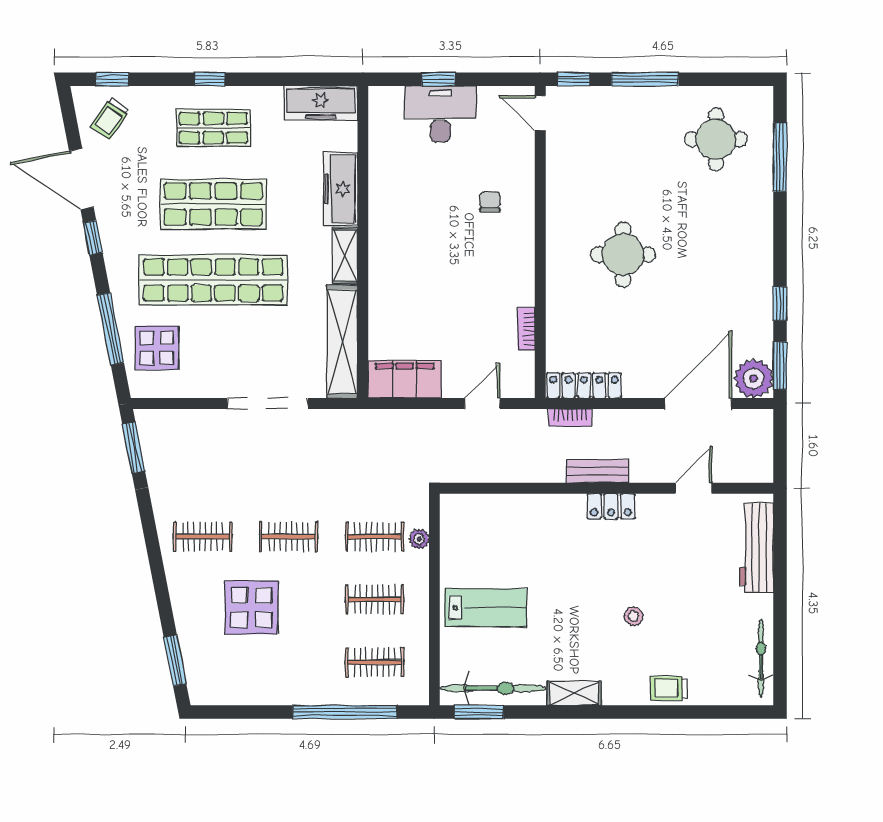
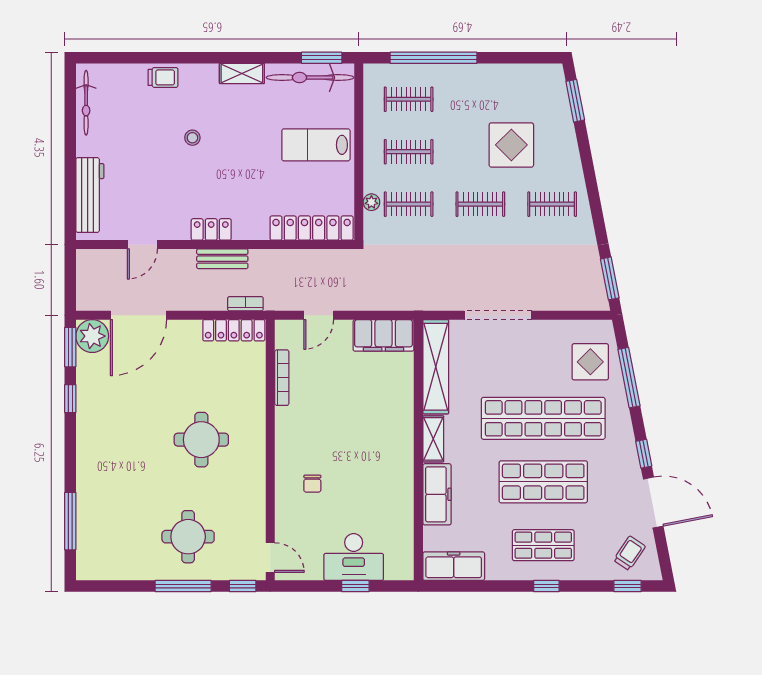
round table: (716, 139) -> (188, 537), moved
bookcase: (526, 329) -> (282, 378), width x1.56
locker: (491, 508) -> (312, 228), added

